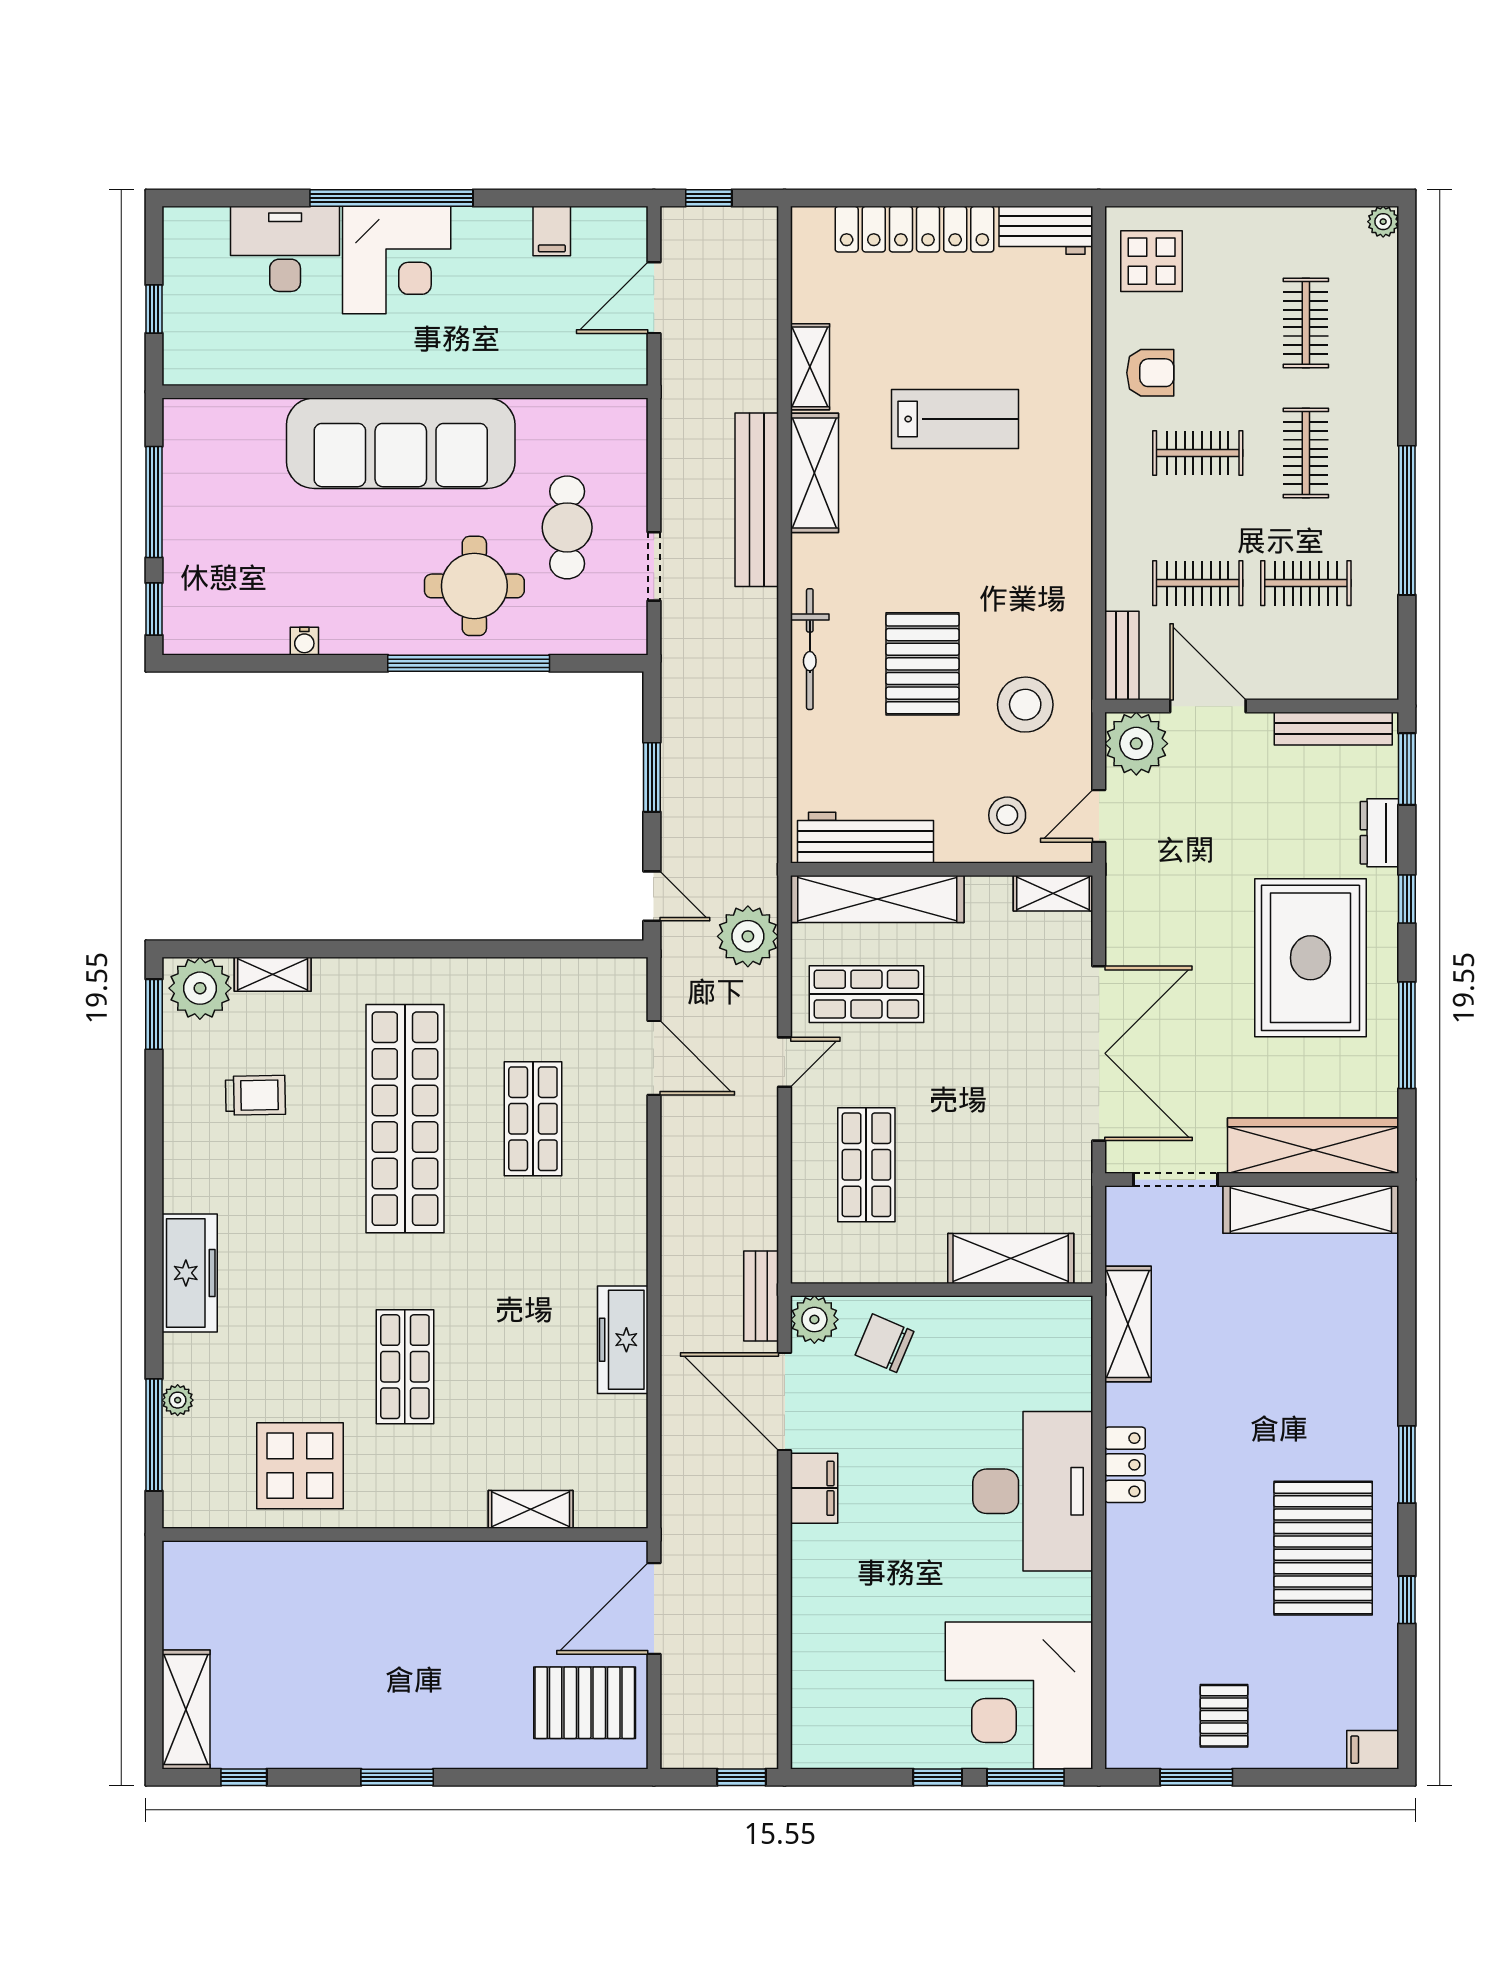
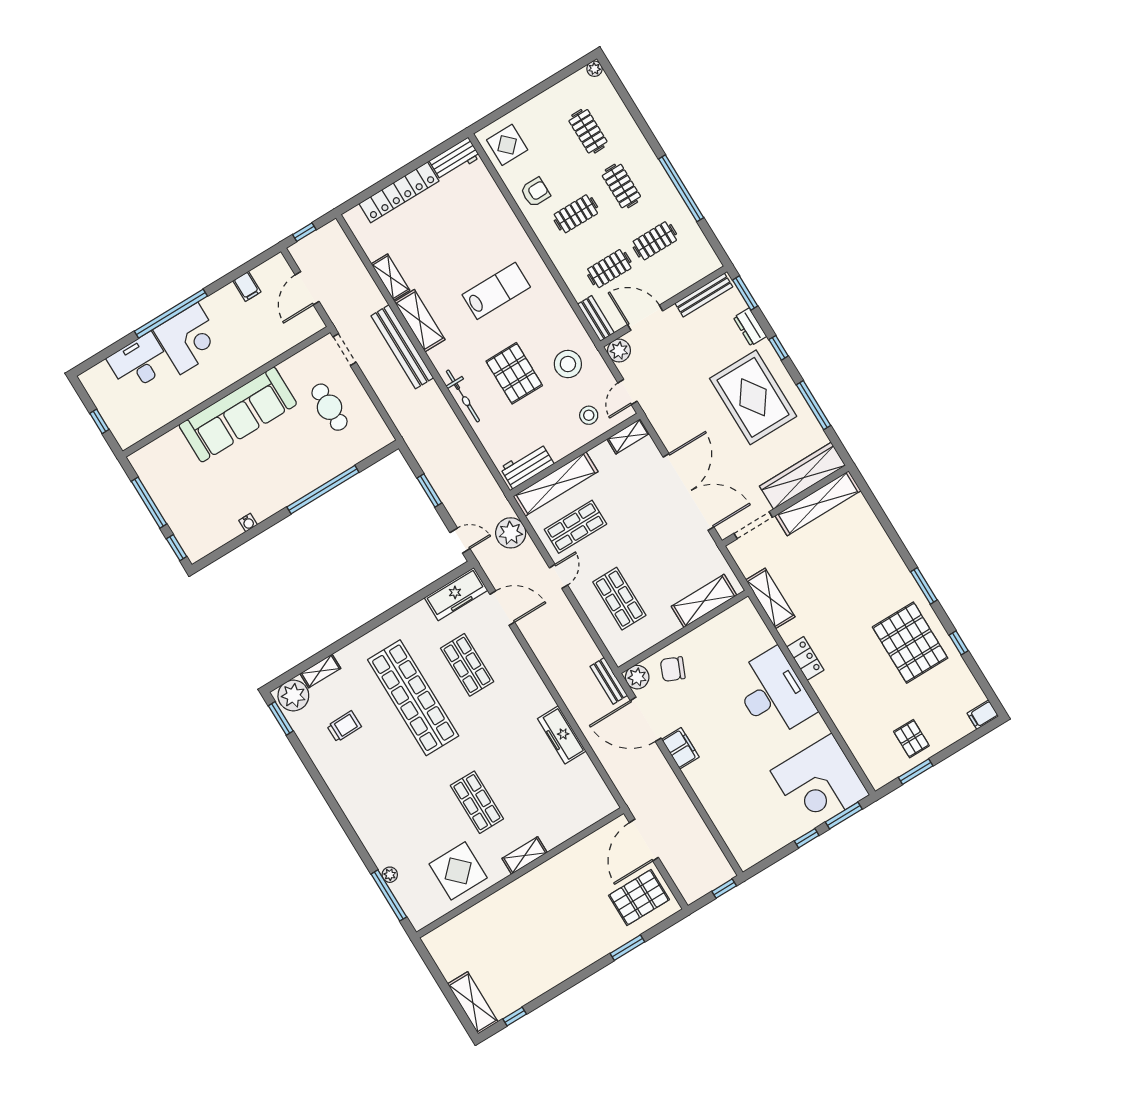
lab bench: (955, 419) -> (496, 291), moved
doorway: (654, 566) -> (345, 350), moved
round table: (474, 586) -> (305, 456), removed
plant: (1136, 744) -> (619, 351), width x0.73, depth x0.73
workbench: (866, 838) -> (527, 466), width x0.73
freezer: (190, 1273) -> (456, 594), moved, turned 90
shelving: (531, 1509) -> (525, 855), moved
window: (397, 1777) -> (627, 948), moved

